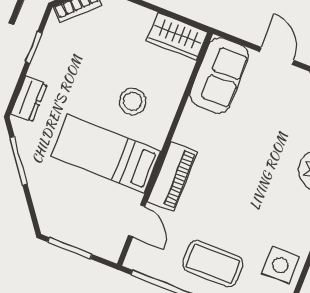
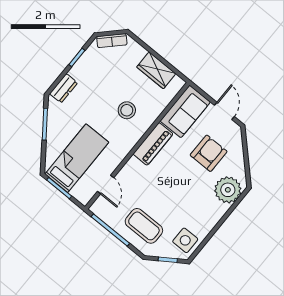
wardrobe: (177, 36) -> (156, 70), moved
armchair: (274, 126) -> (209, 153), added
bed: (106, 154) -> (77, 158), moved, turned 90
piano: (172, 177) -> (153, 144), moved

